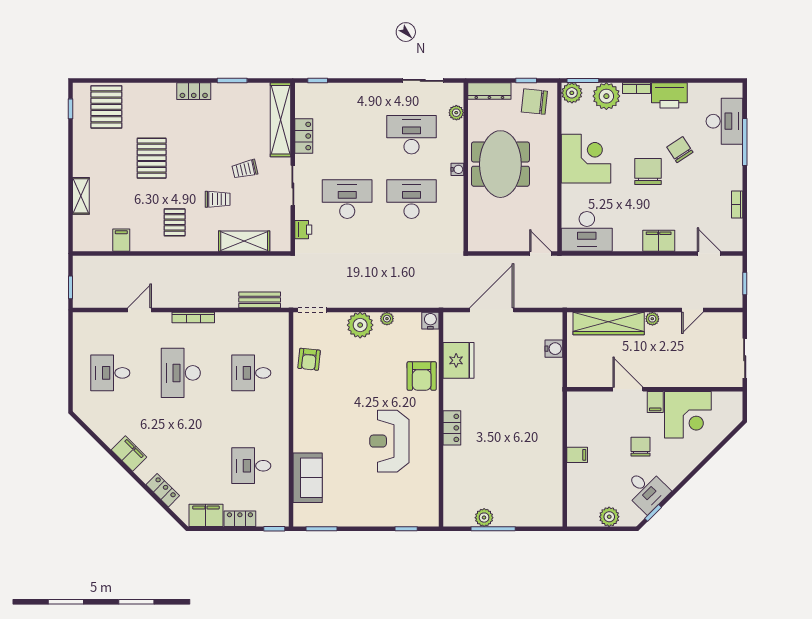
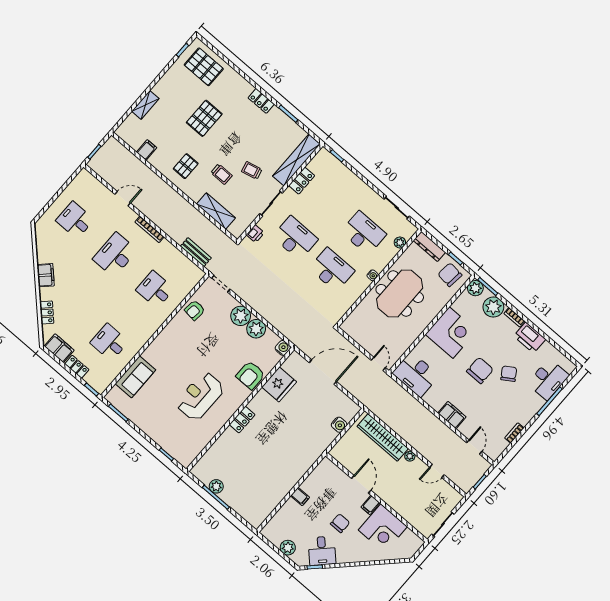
pallet: (106, 107) -> (204, 67), turned 90
plant: (387, 319) -> (256, 329), width x1.88, depth x1.88

